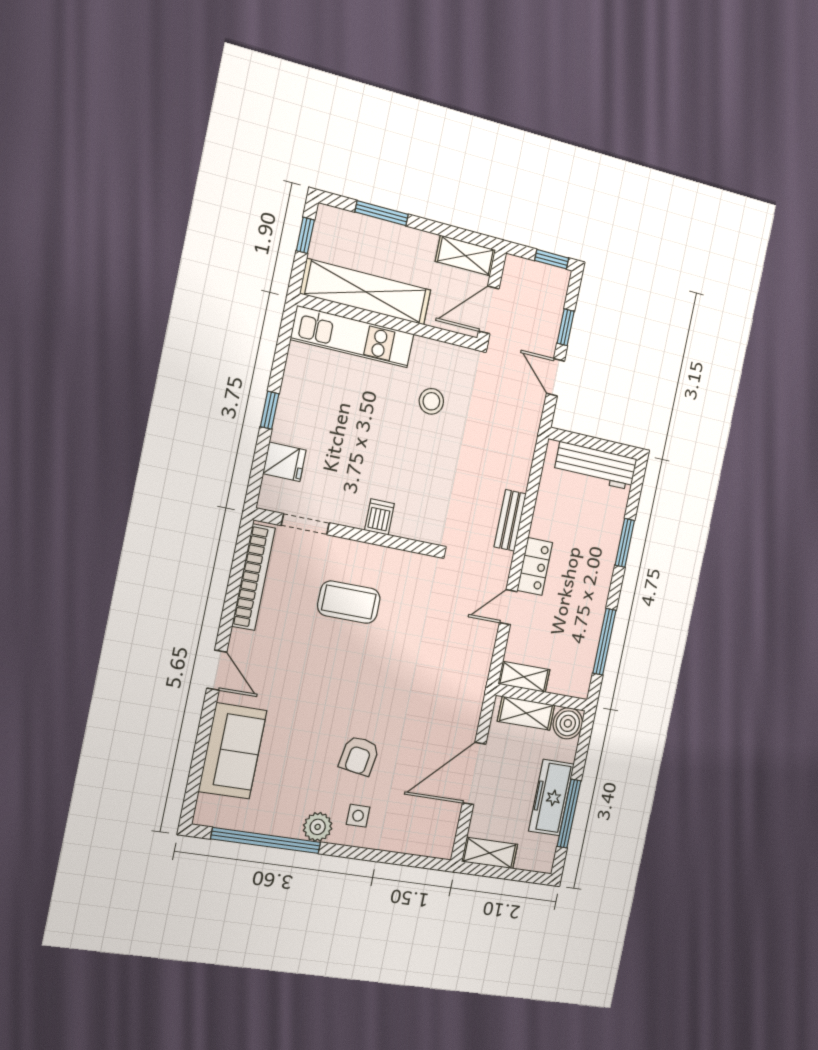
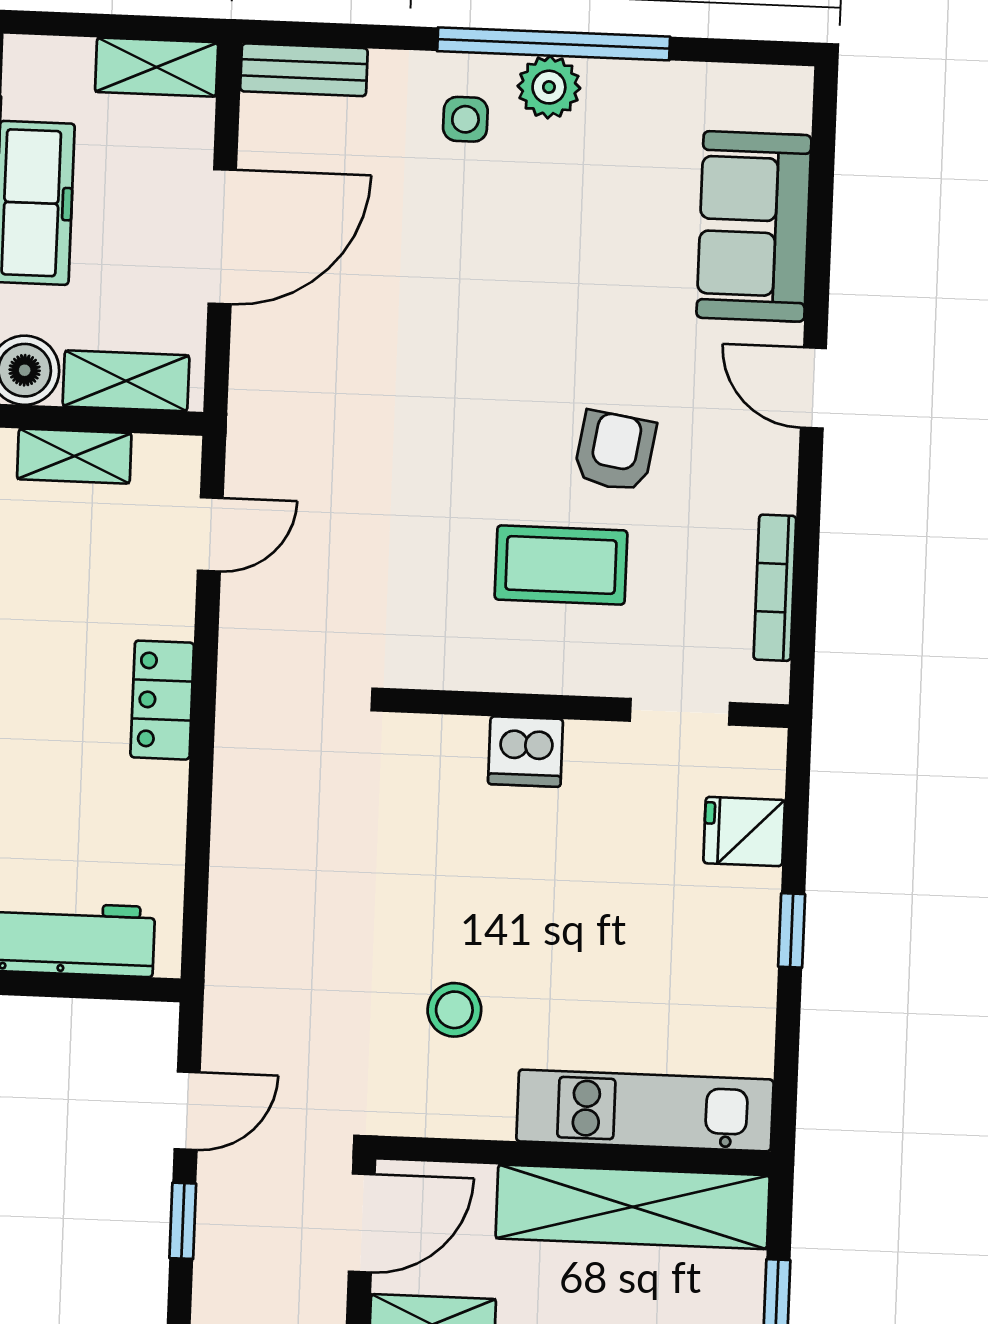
door: (555, 377) -> (187, 1111), hinge flipped
dishwasher: (379, 517) -> (526, 752), width x1.38
bench: (510, 520) -> (304, 70), moved, turned 90
bookcase: (254, 577) -> (775, 588), width x0.68, depth x0.76
door: (508, 607) -> (210, 534), moved
shelving: (524, 677) -> (74, 456), moved
armchair: (359, 756) -> (615, 451), moved
window: (266, 841) -> (554, 44), moved

